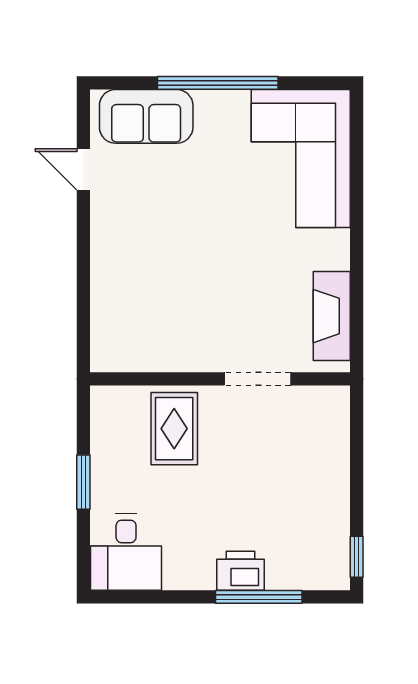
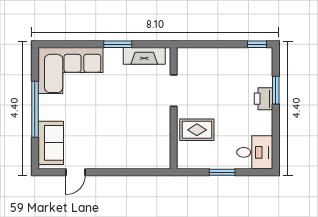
window: (357, 260) -> (118, 44), added
window: (259, 597) -> (276, 90), width x0.69

